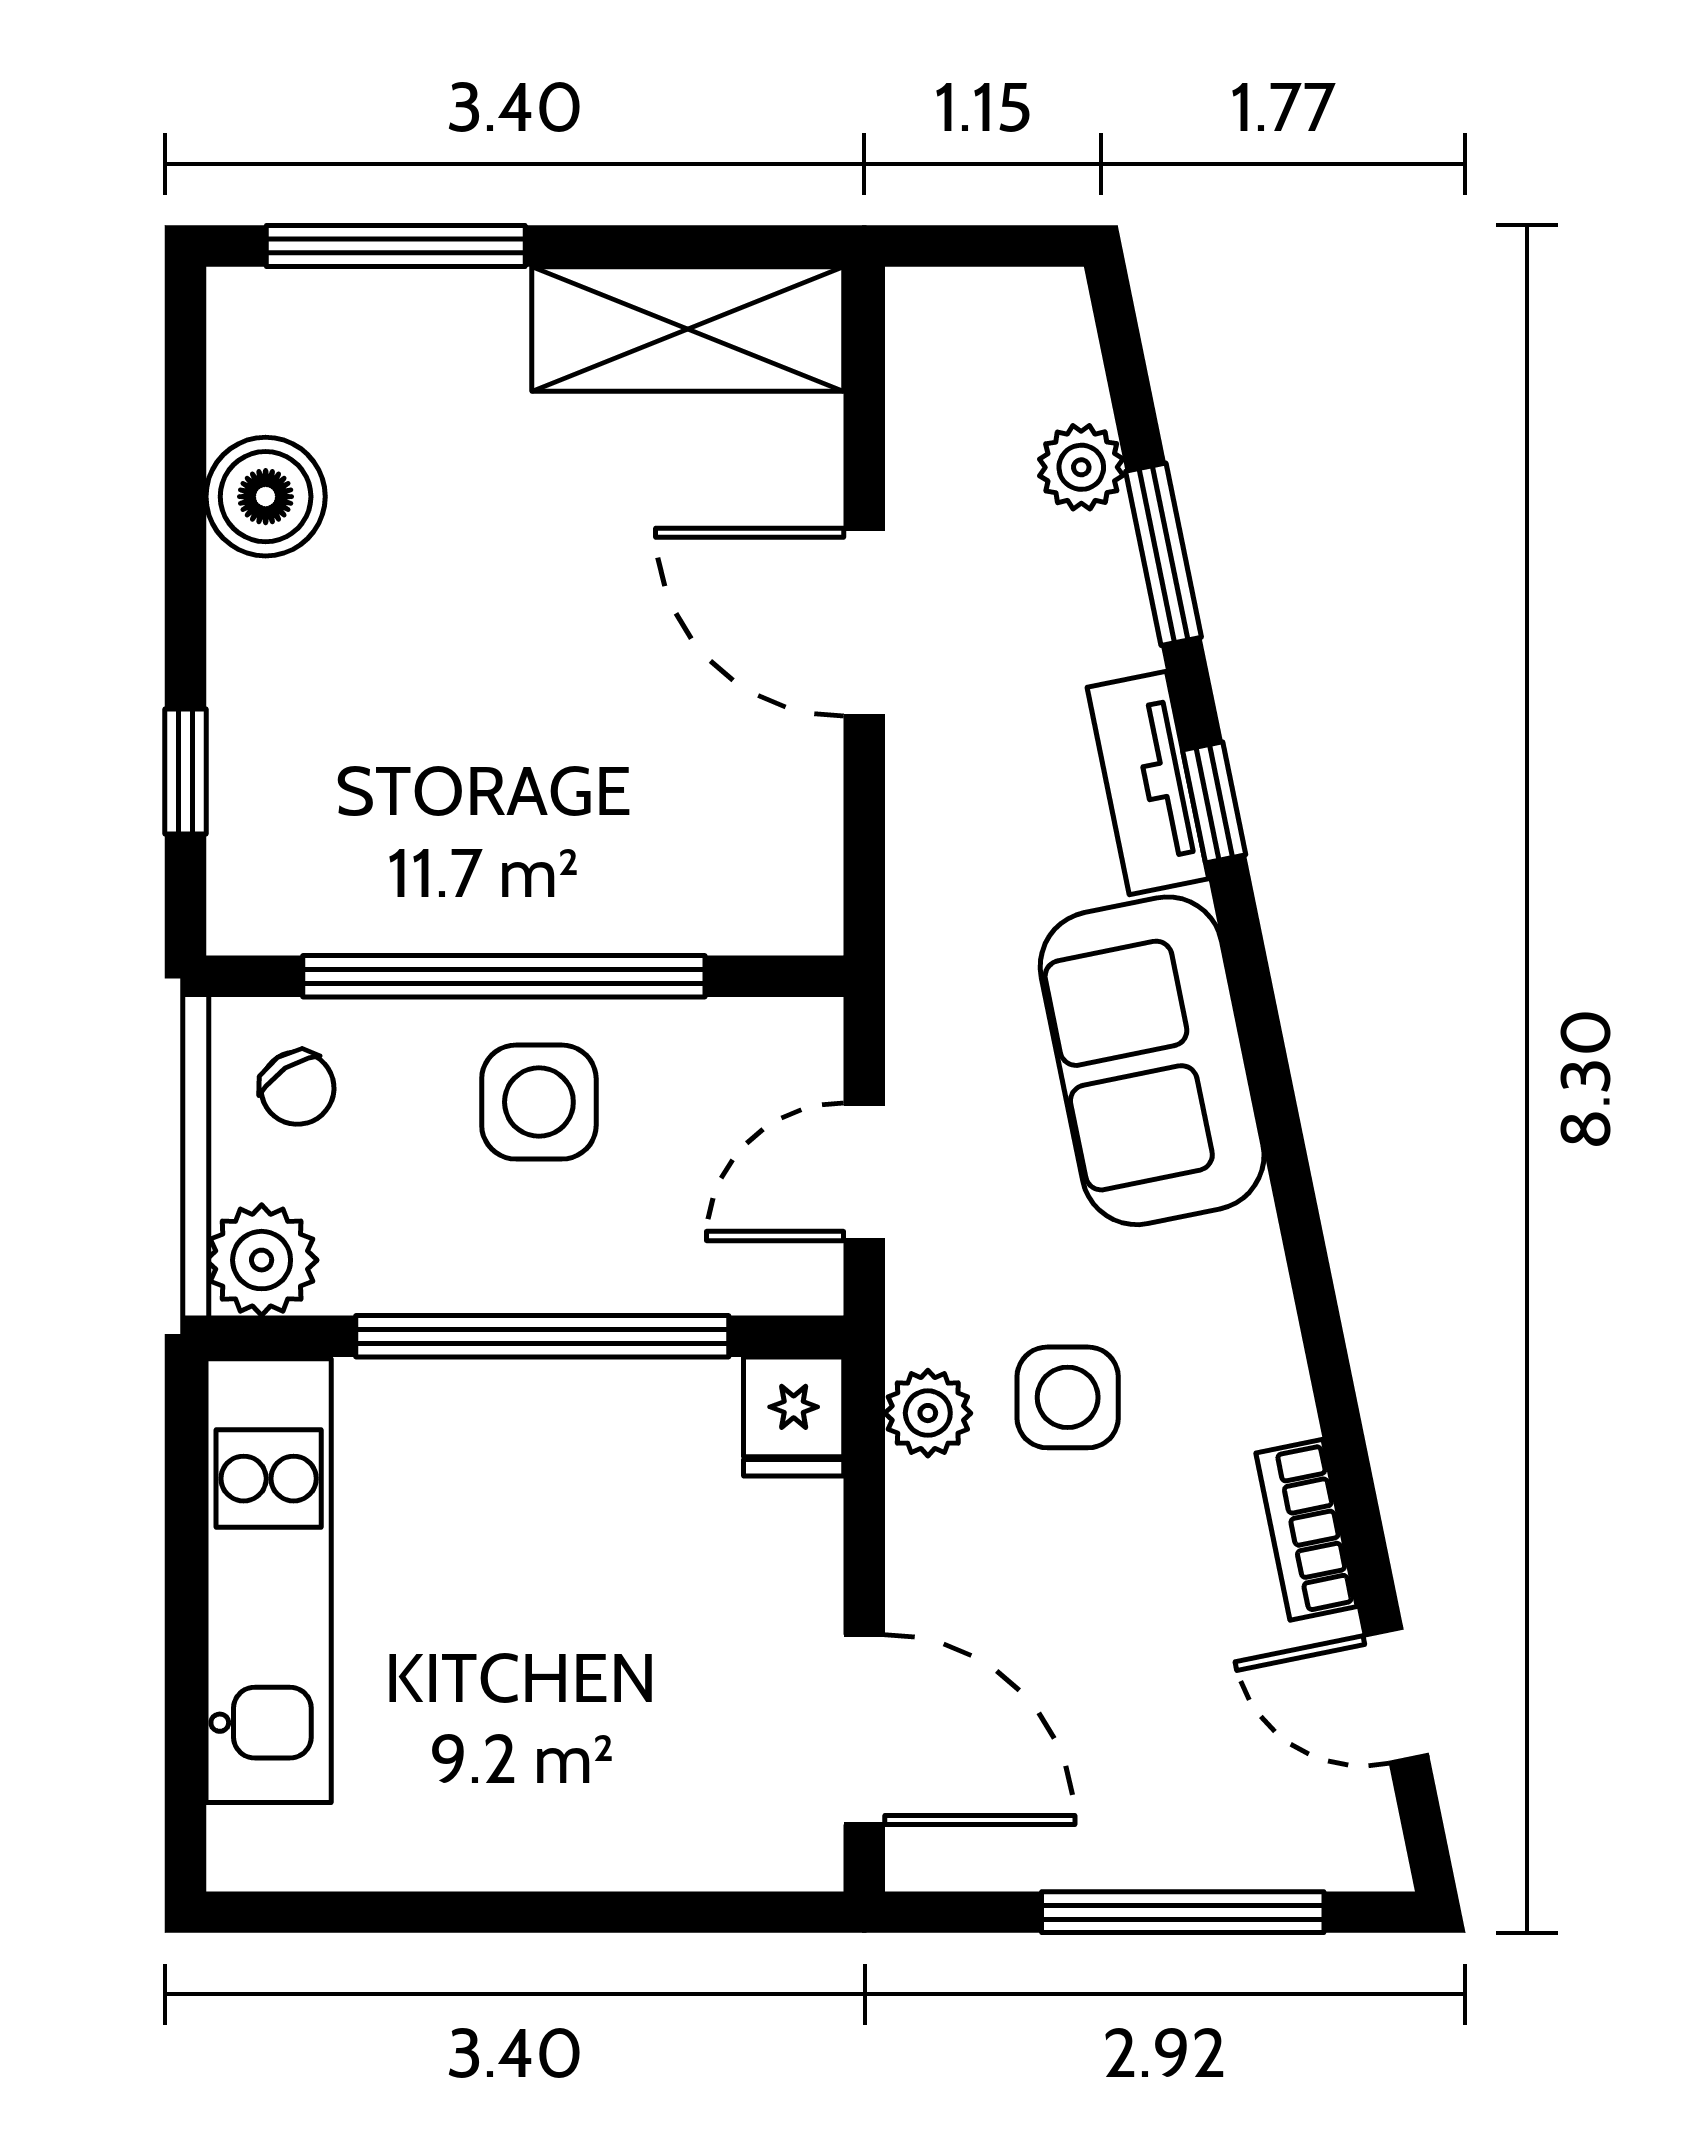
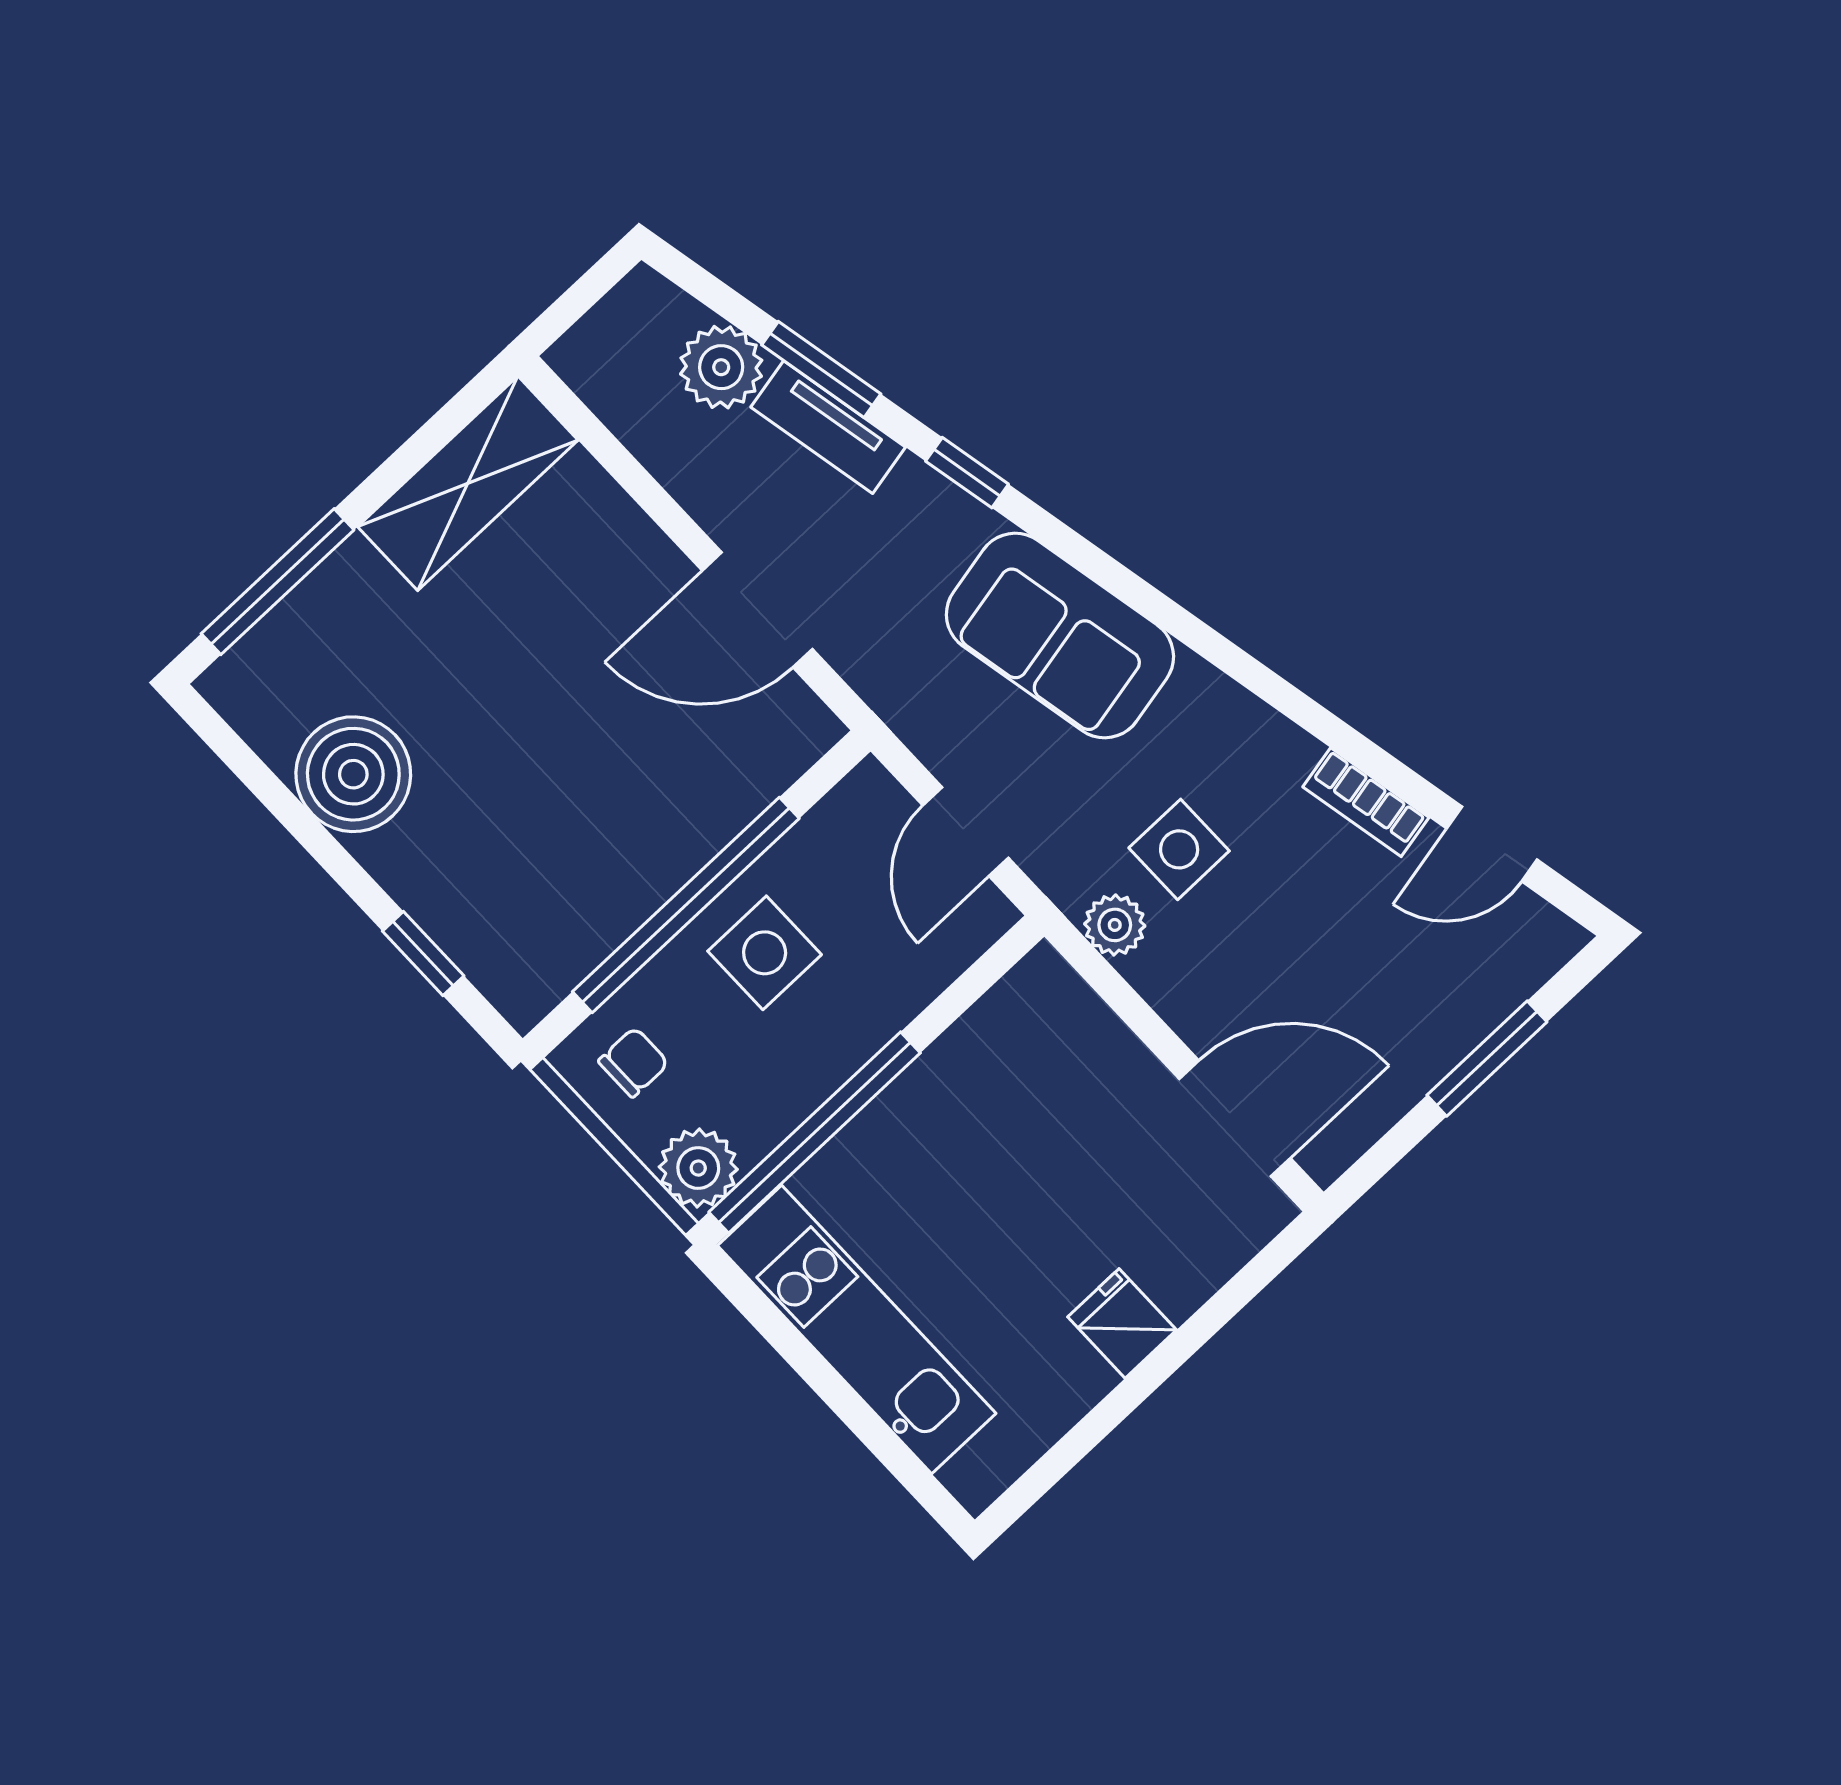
plant: (1081, 467) -> (721, 367), width x1.38, depth x1.38
boiler: (266, 497) -> (353, 774), width x1.37, depth x1.37
door: (864, 622) -> (757, 610), moved
tv unit: (1148, 783) -> (828, 427), moved
chair: (297, 1088) -> (634, 1062), turned -57
window: (542, 1336) -> (815, 1133), moved
fridge: (794, 1416) -> (1122, 1323), moved, turned 180
window: (1183, 1912) -> (1487, 1059), width x0.69

